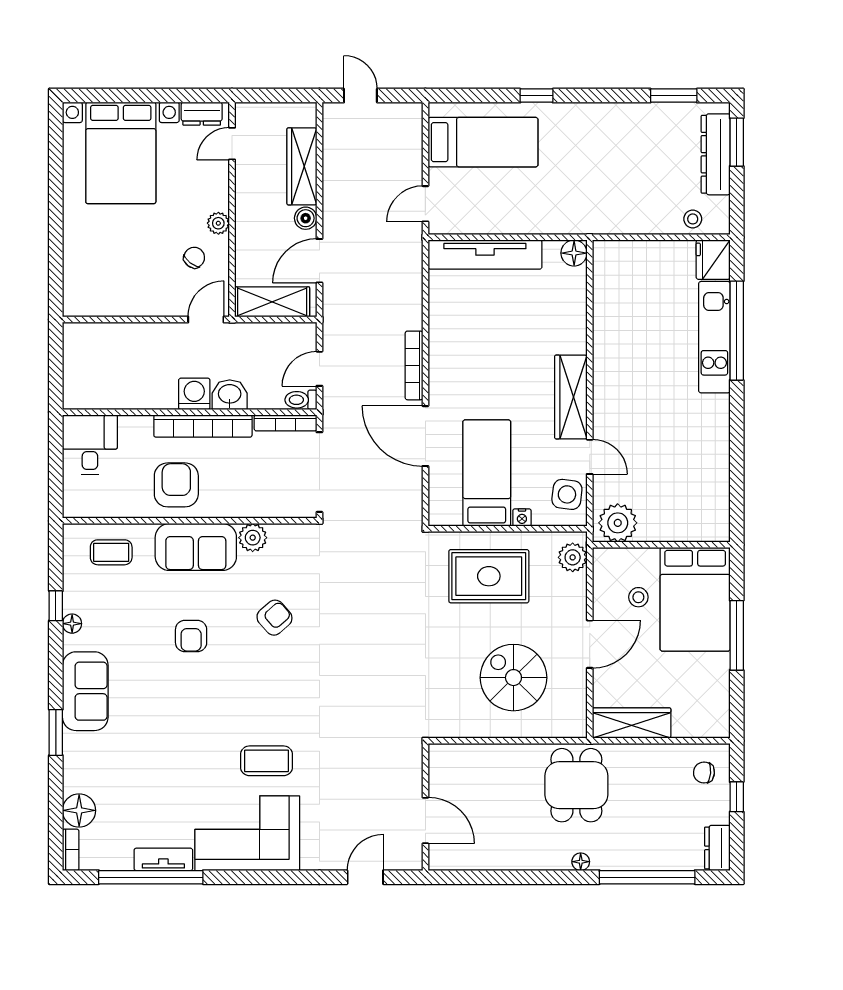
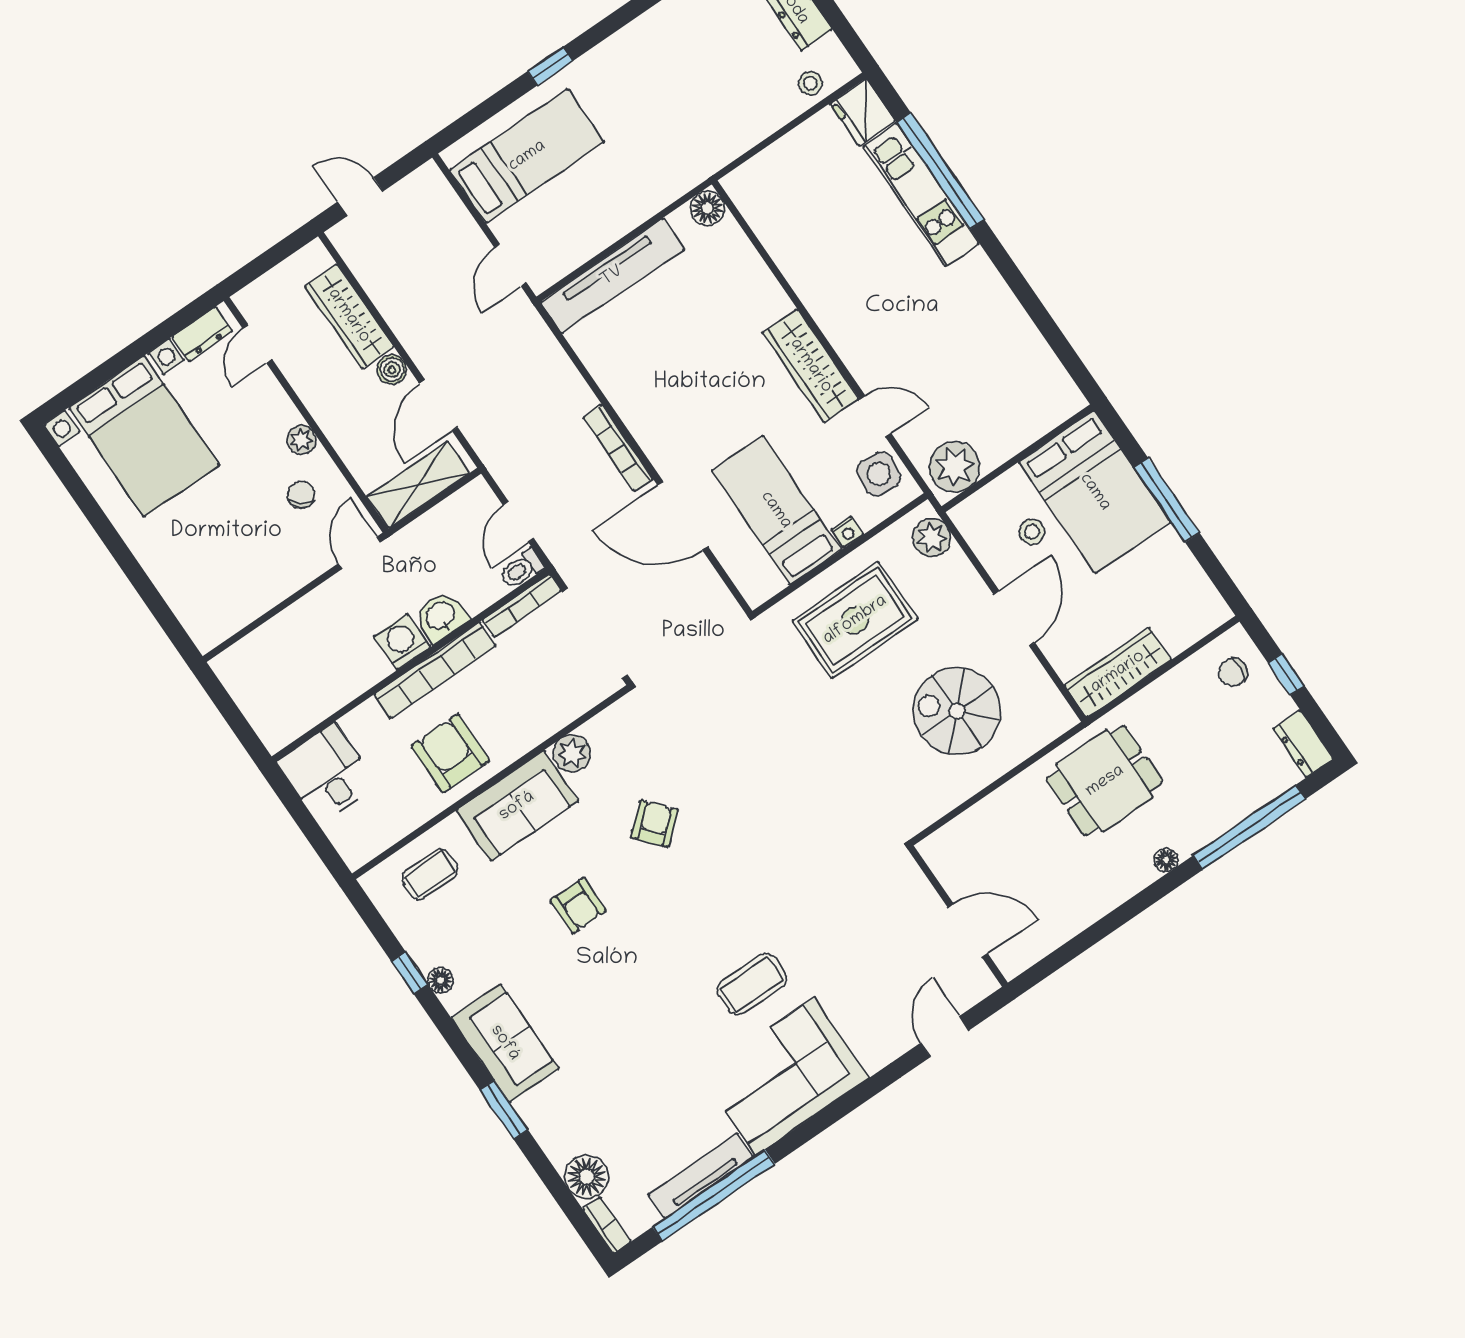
dining table: (576, 785) -> (1105, 781), turned 90
tv unit: (163, 859) -> (701, 1176), width x1.41

